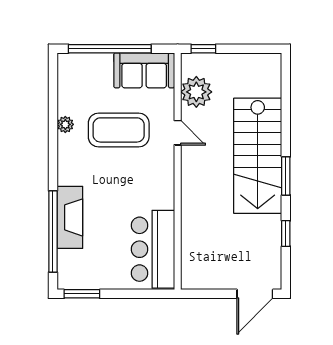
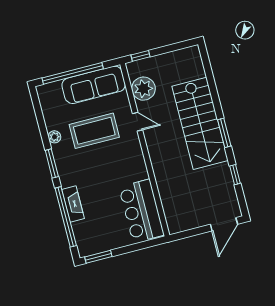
sofa: (144, 70) -> (94, 85), width x1.36
window: (53, 158) -> (52, 164), added
fireplace: (70, 217) -> (73, 204), width x0.73, depth x0.76

